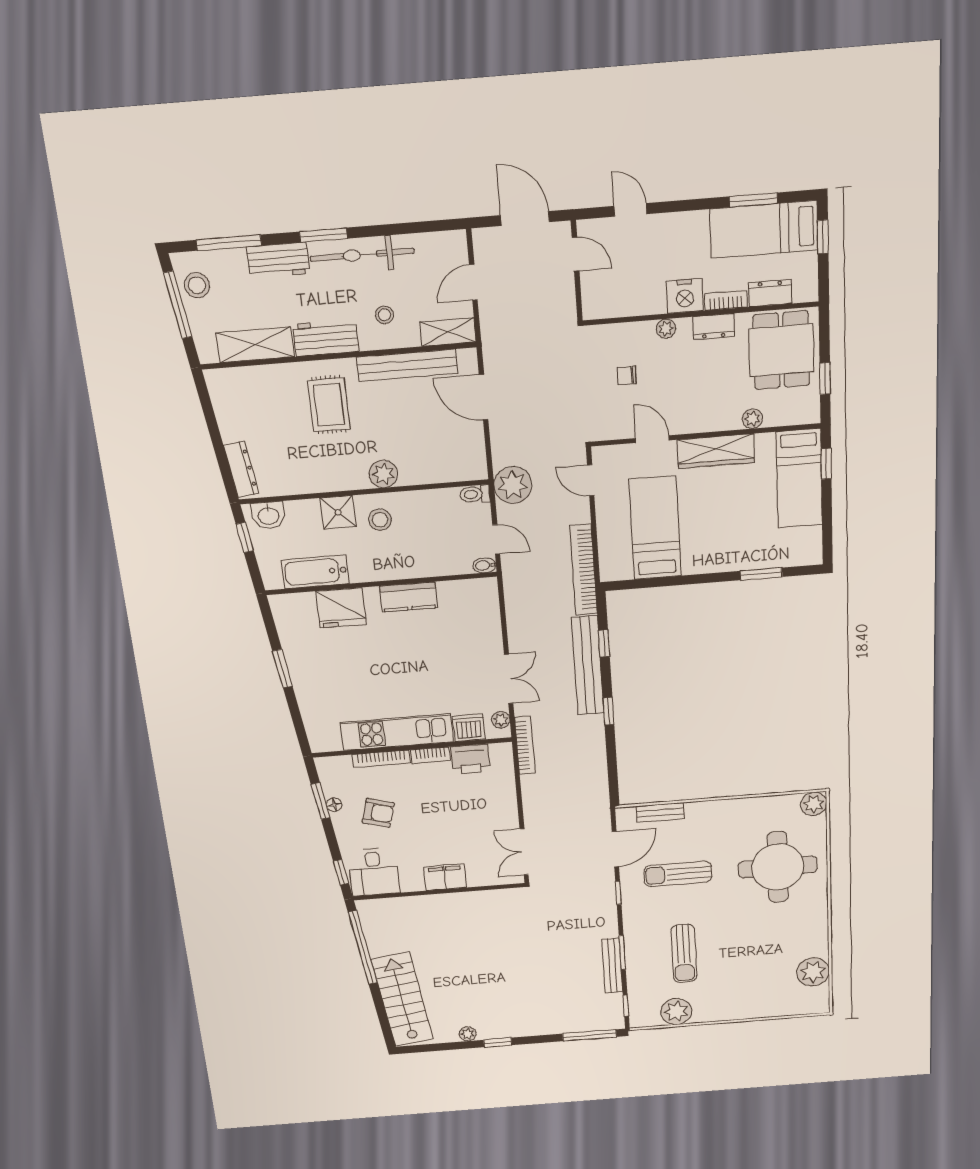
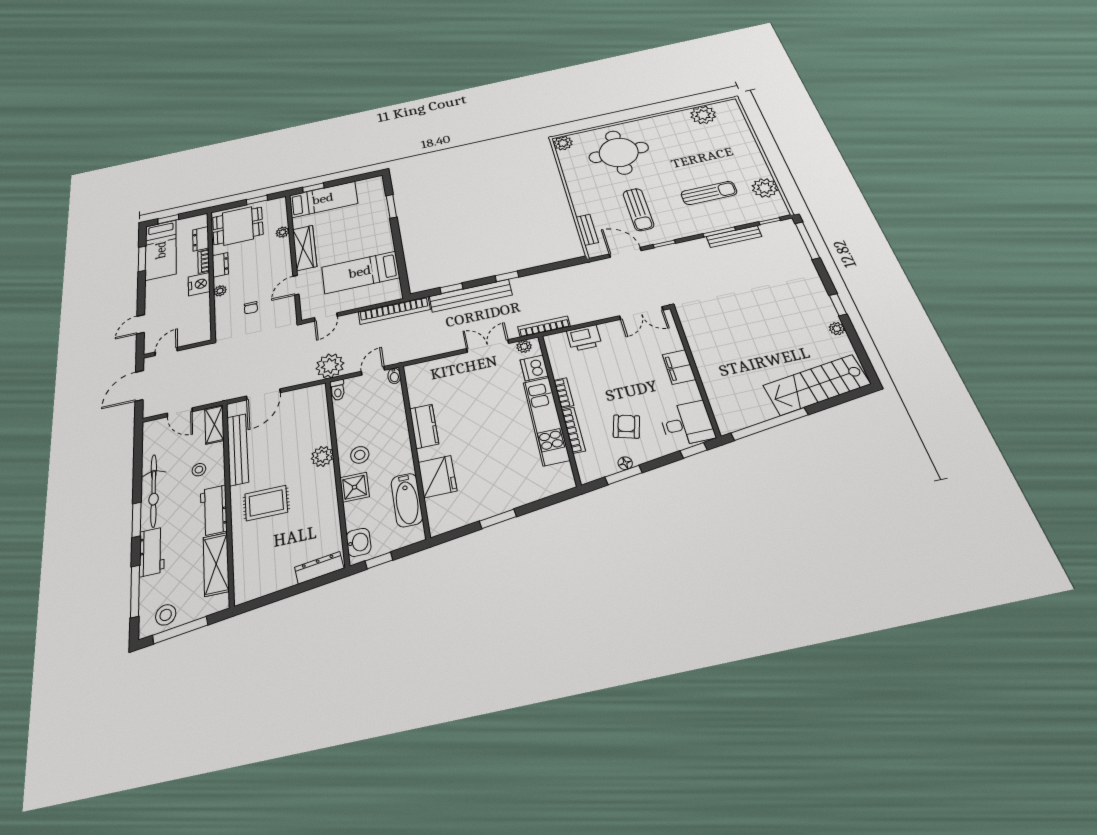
printer: (470, 759) -> (584, 338), moved, turned 90

